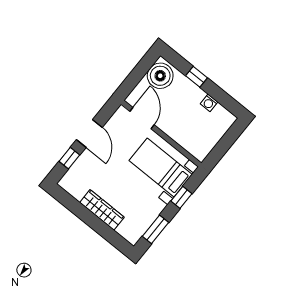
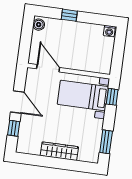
boiler: (160, 76) -> (39, 25), width x0.54, depth x0.54
washing machine: (209, 103) -> (109, 31), moved
window: (181, 197) -> (112, 97), moved

